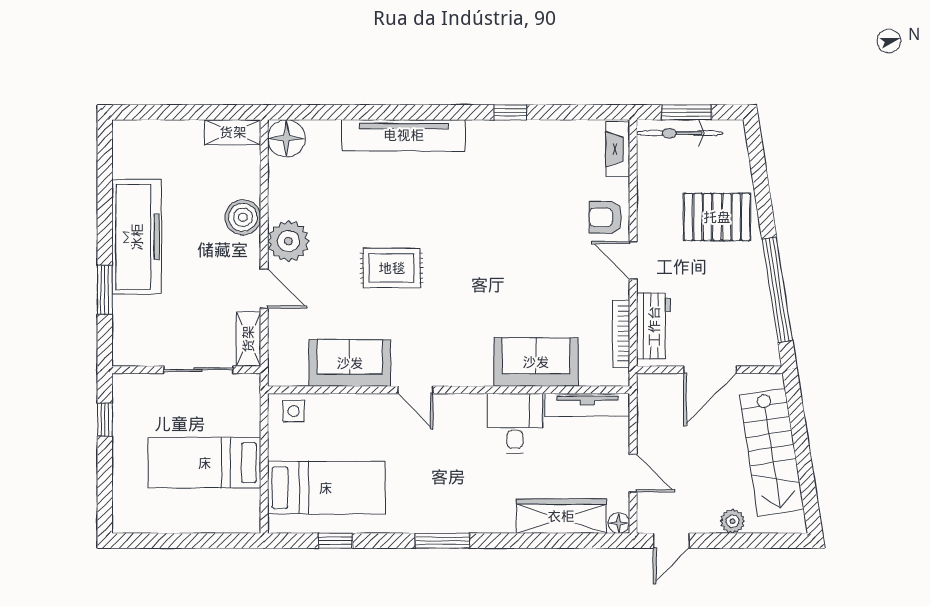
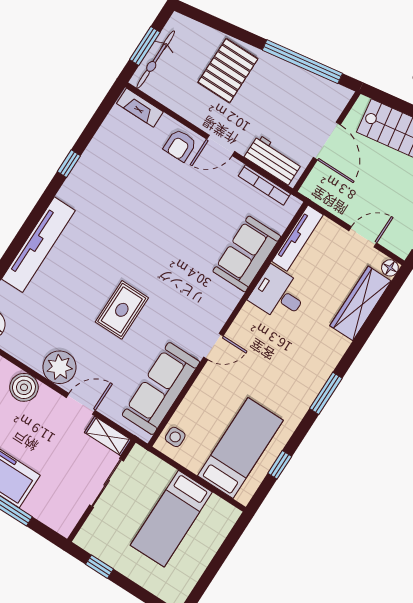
sofa: (350, 363) -> (161, 389), width x1.36

